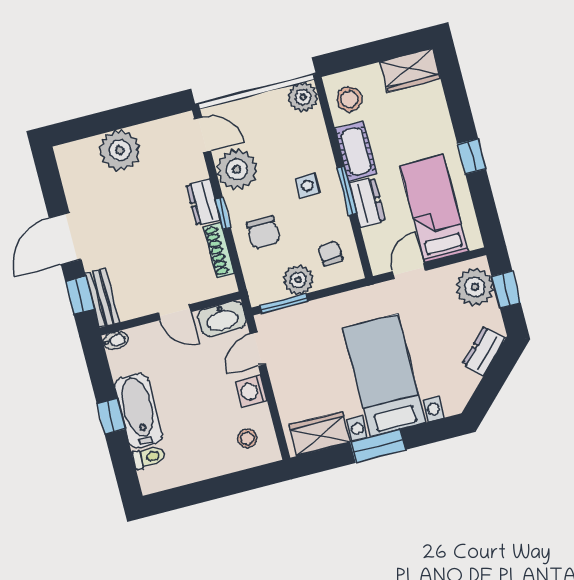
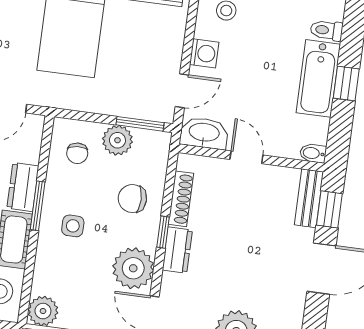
chair: (263, 232) -> (132, 199), turned -90

